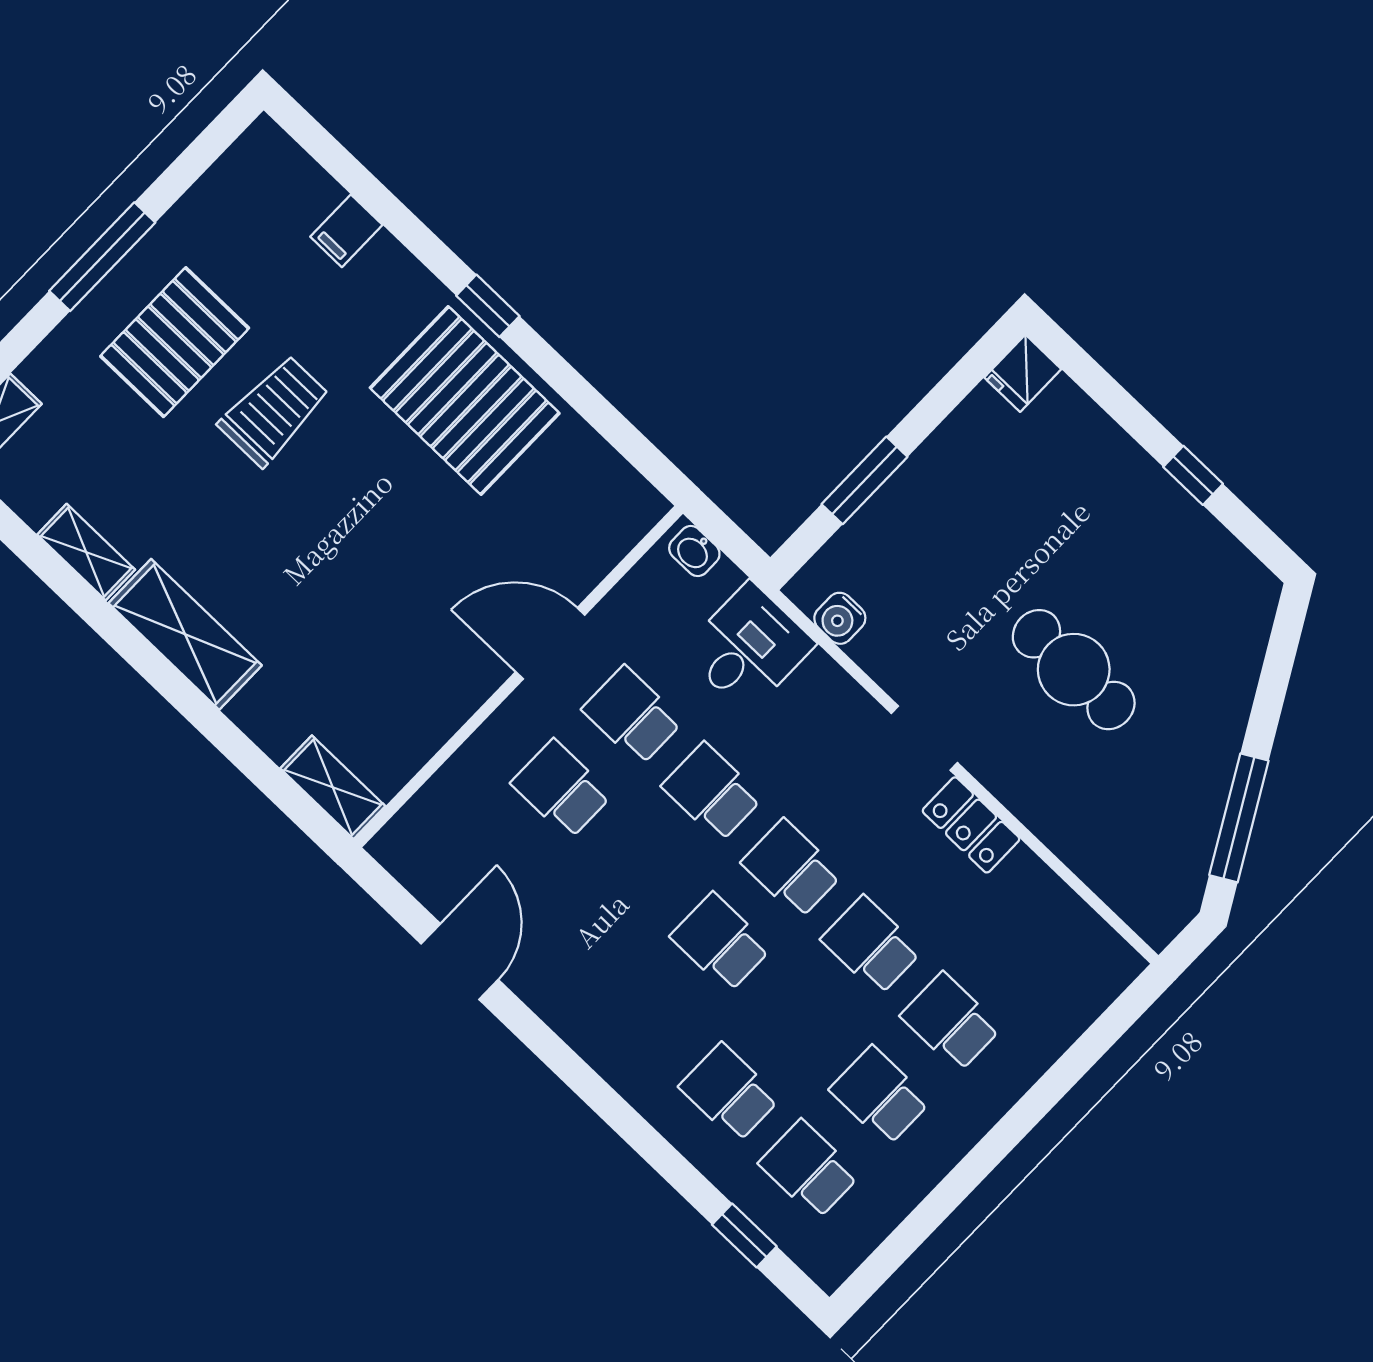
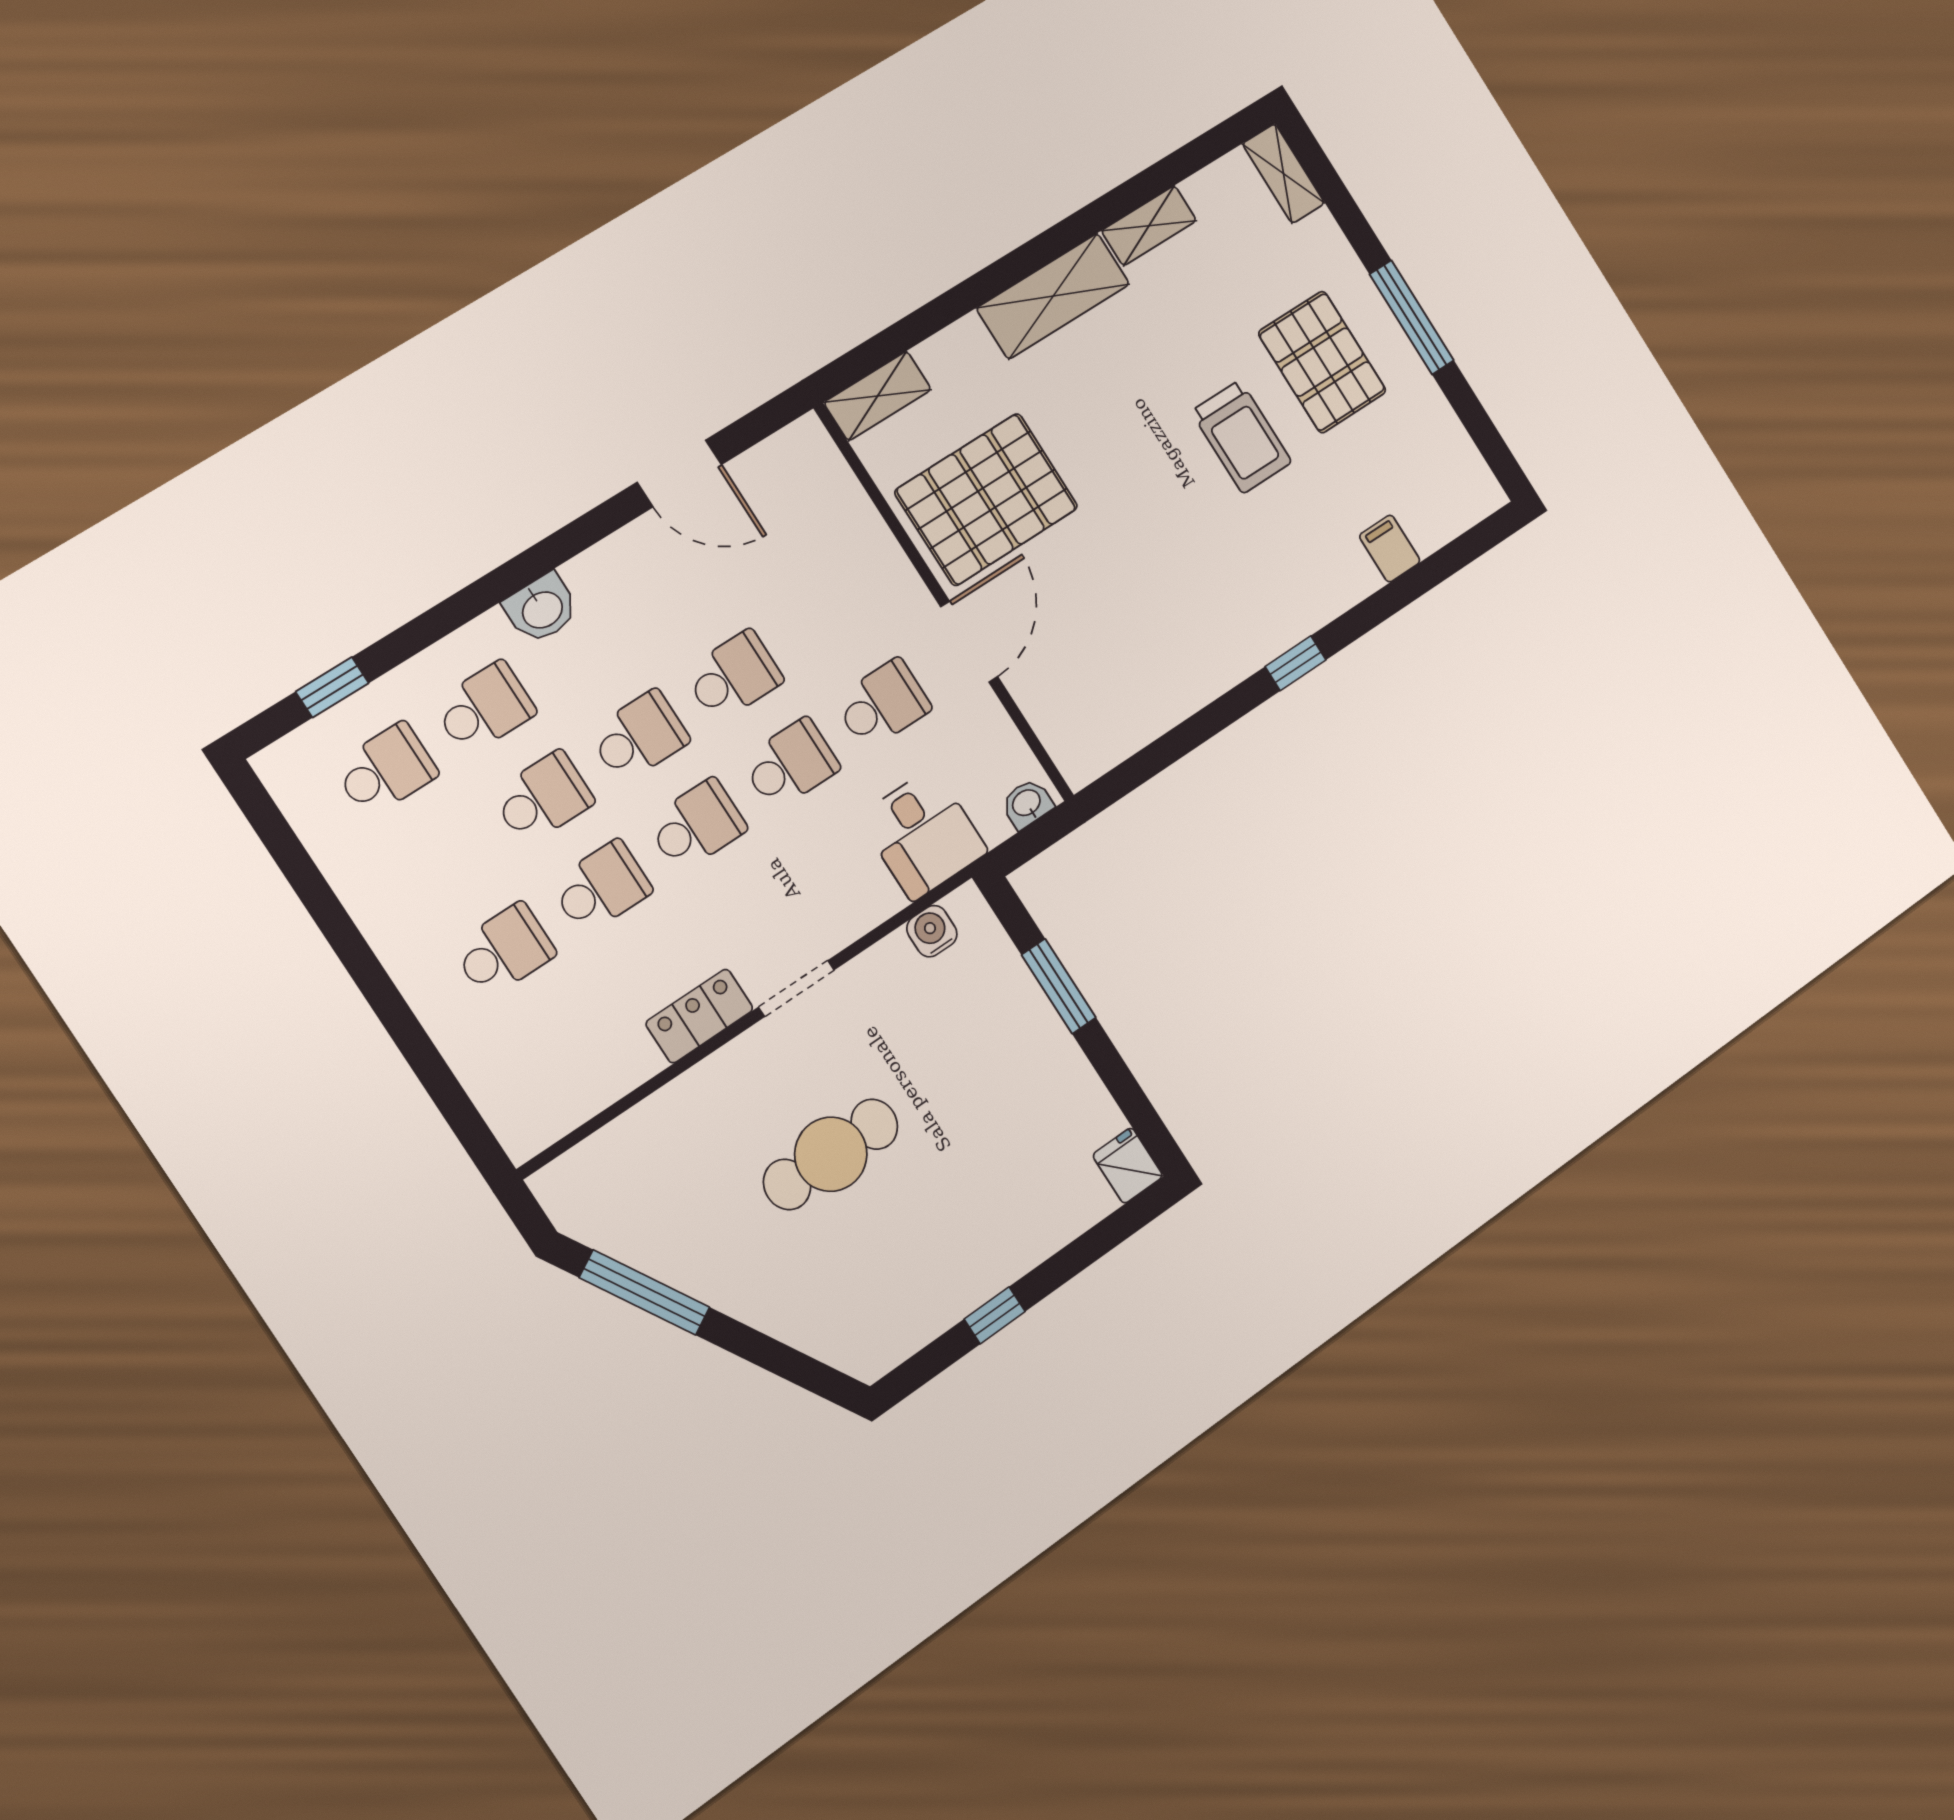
pallet: (465, 401) -> (986, 499), moved
school desk: (562, 789) -> (734, 676), moved
washbasin: (623, 1061) -> (542, 609), added
school desk: (880, 1096) -> (543, 798), moved

